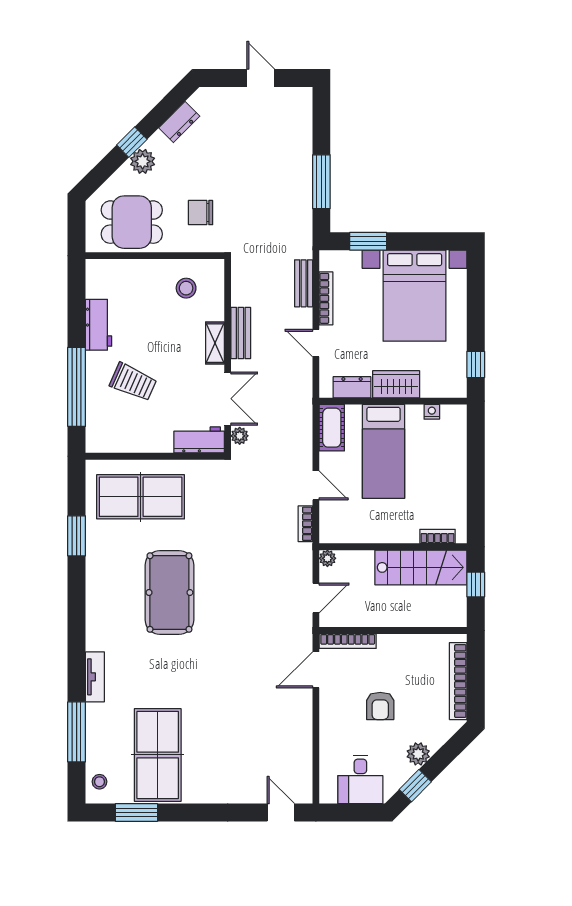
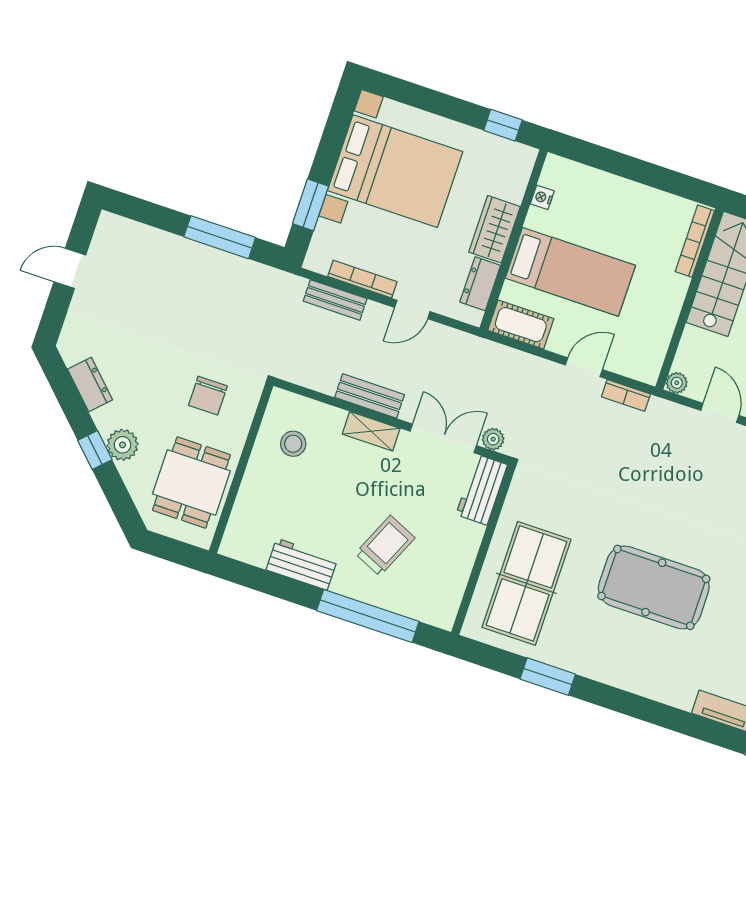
bookcase: (437, 536) -> (695, 241), width x1.56

